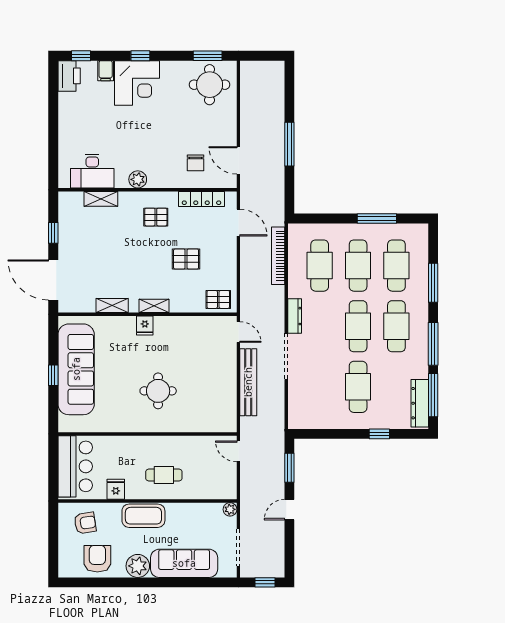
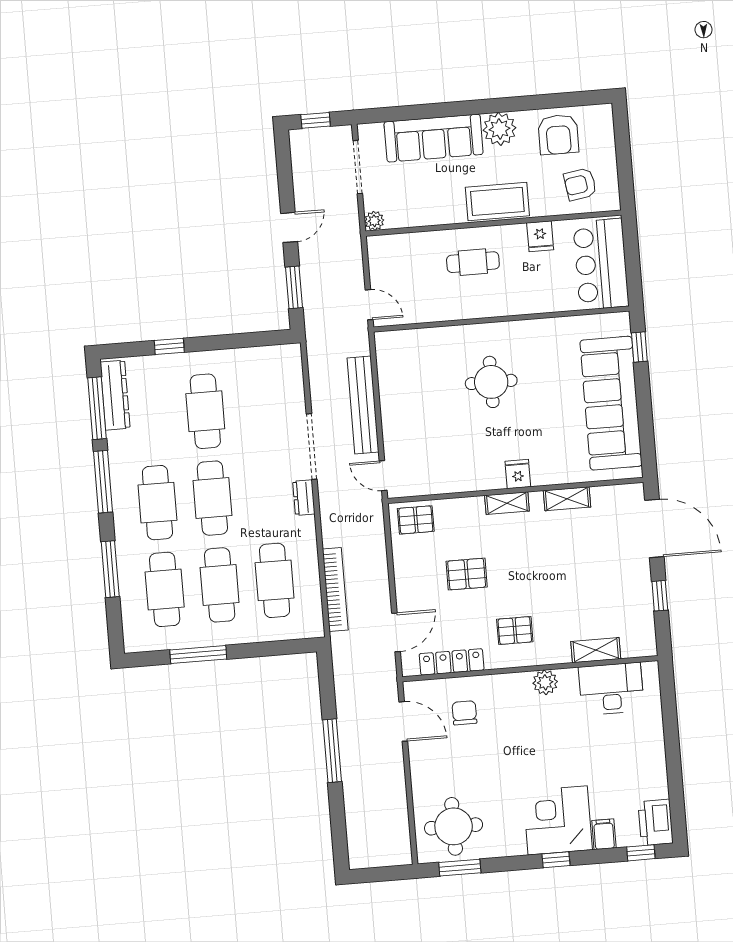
door: (238, 223) -> (396, 632), swing flipped
dresser: (295, 316) -> (304, 498), width x0.70
window: (53, 375) -> (639, 347), moved

